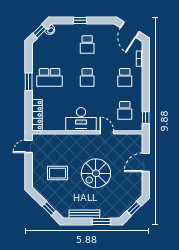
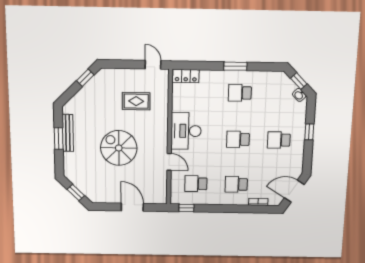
school desk: (50, 77) -> (240, 93), width x0.54
locker: (37, 115) -> (186, 76), width x0.66
door: (107, 132) -> (169, 162), hinge flipped
rug: (58, 173) -> (136, 101), moved, turned 90
window: (49, 209) -> (85, 78), moved
window: (101, 221) -> (59, 139), moved

